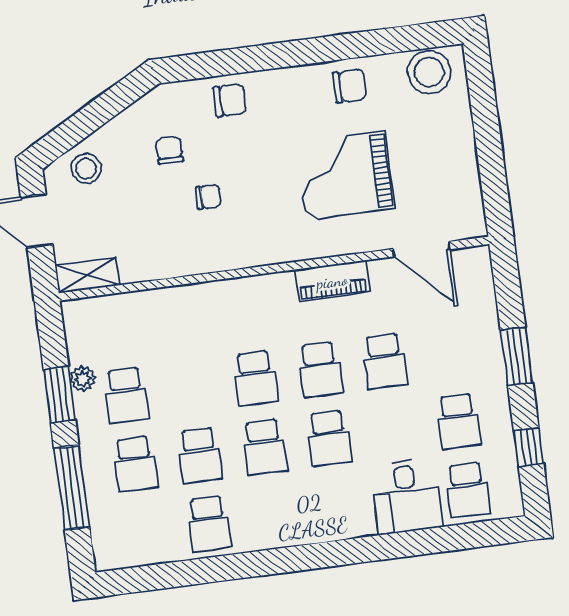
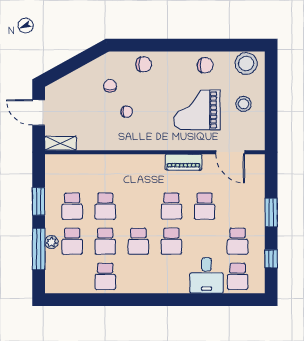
stool: (86, 168) -> (243, 104), moved
school desk: (256, 378) -> (105, 206), moved
plant: (83, 379) -> (51, 242), moved

